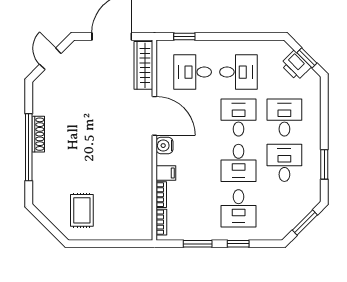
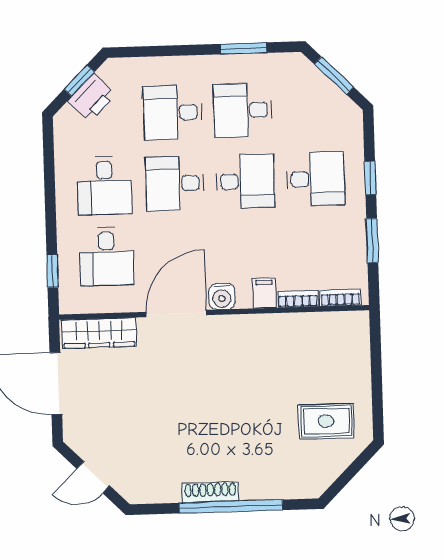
desk: (239, 72) -> (105, 186), turned 180

